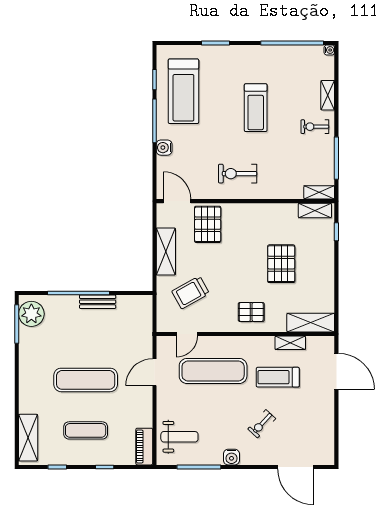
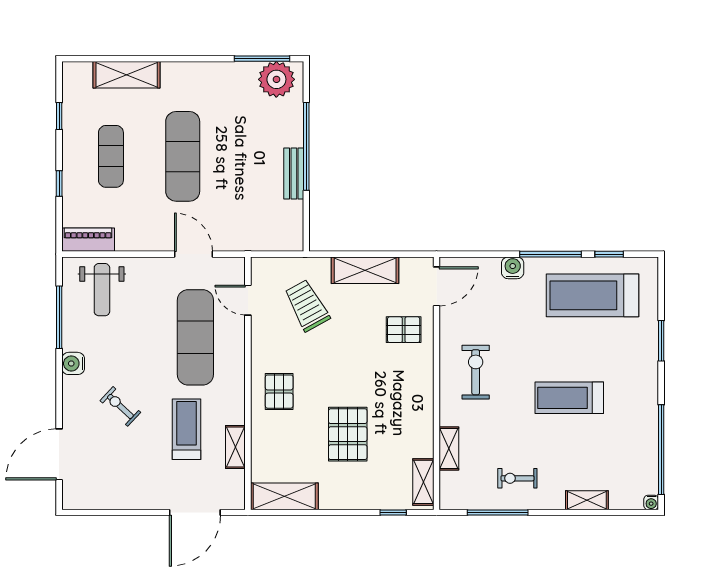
exercise bike: (315, 127) -> (517, 478), moved, turned -90
shelving: (319, 192) -> (449, 449), moved
pallet: (208, 224) -> (404, 330), width x0.67, depth x0.71
pallet: (281, 264) -> (348, 434), turned 90
shelving: (311, 323) -> (284, 496), moved, turned 90
shelving: (28, 438) -> (127, 75), moved

